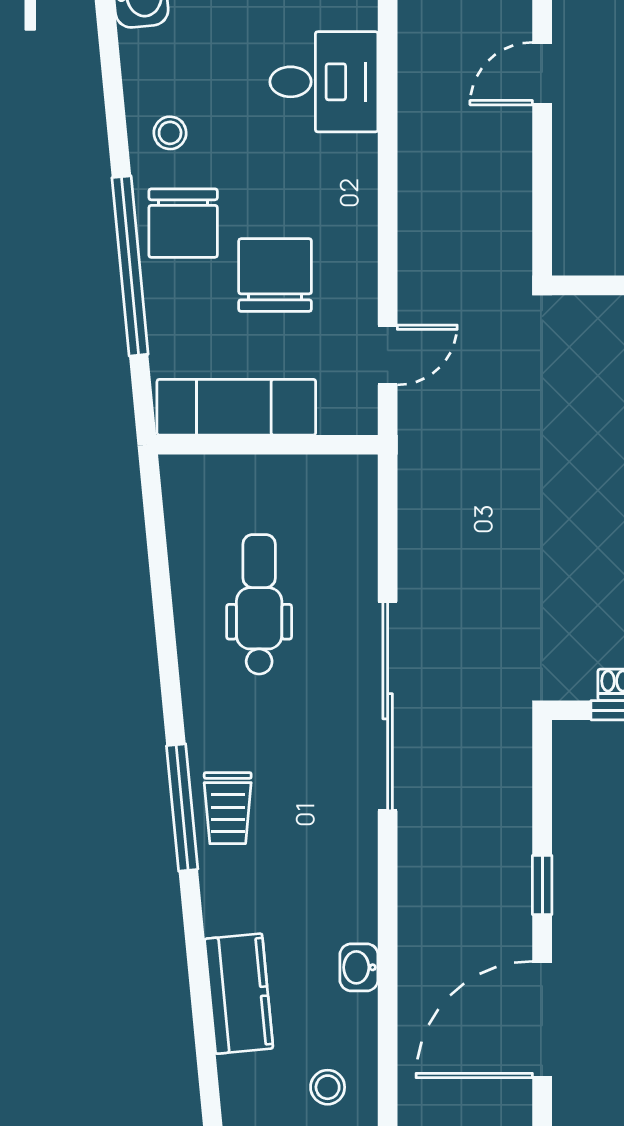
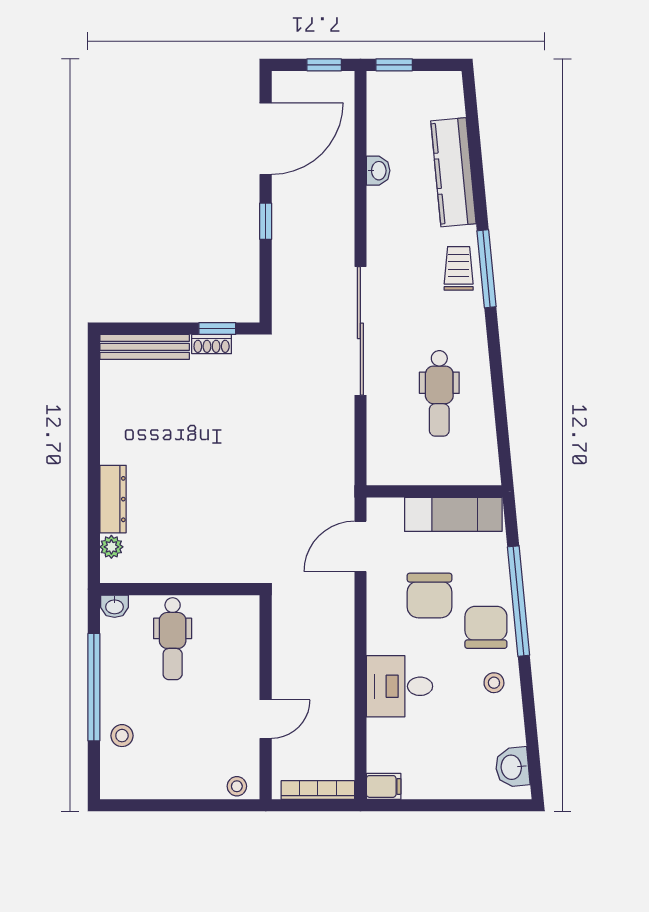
desk: (324, 82) -> (399, 686), moved
door: (388, 355) -> (360, 546), width x1.38
kitchen counter: (239, 994) -> (453, 172), width x1.50
stool: (328, 1087) -> (397, 97), removed

